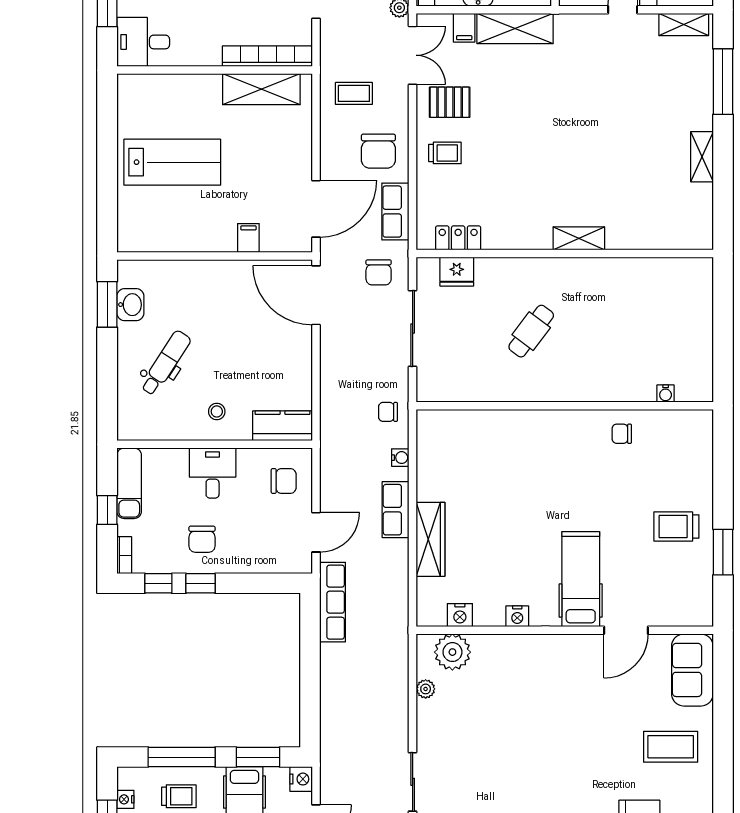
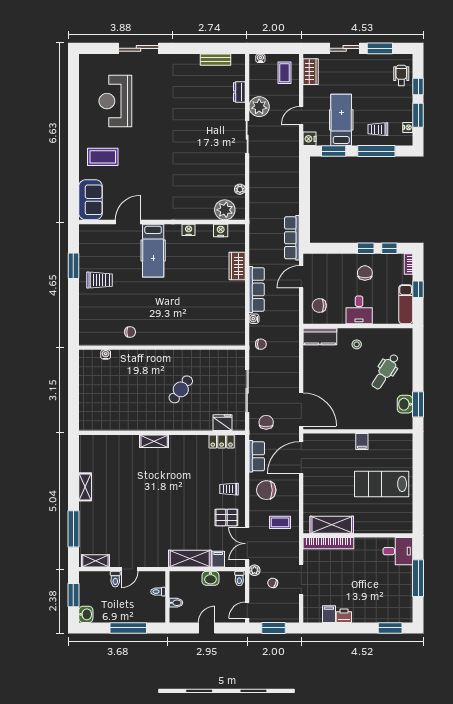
chair: (378, 151) -> (266, 490), turned -90
filing cabinet: (248, 238) -> (362, 441), moved
row of seats: (396, 510) -> (257, 289), width x1.48
wardrobe: (431, 539) -> (237, 266), width x0.67

